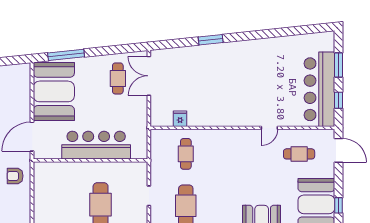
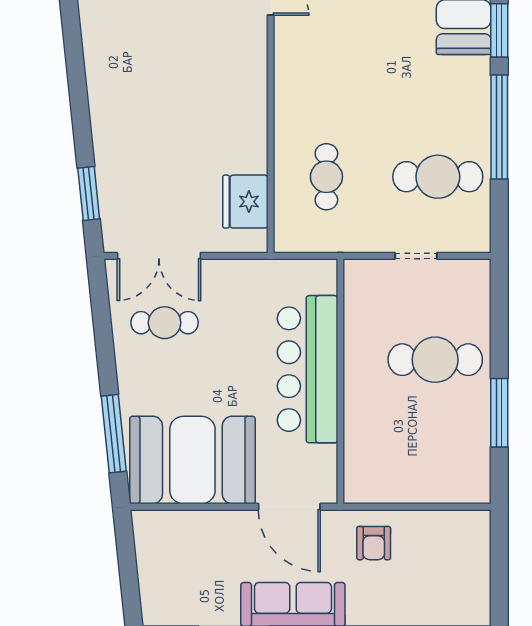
window: (211, 40) -> (89, 194), moved
fridge: (180, 119) -> (245, 202), width x1.88, depth x1.34
cafe table: (186, 154) -> (326, 177), turned 90

